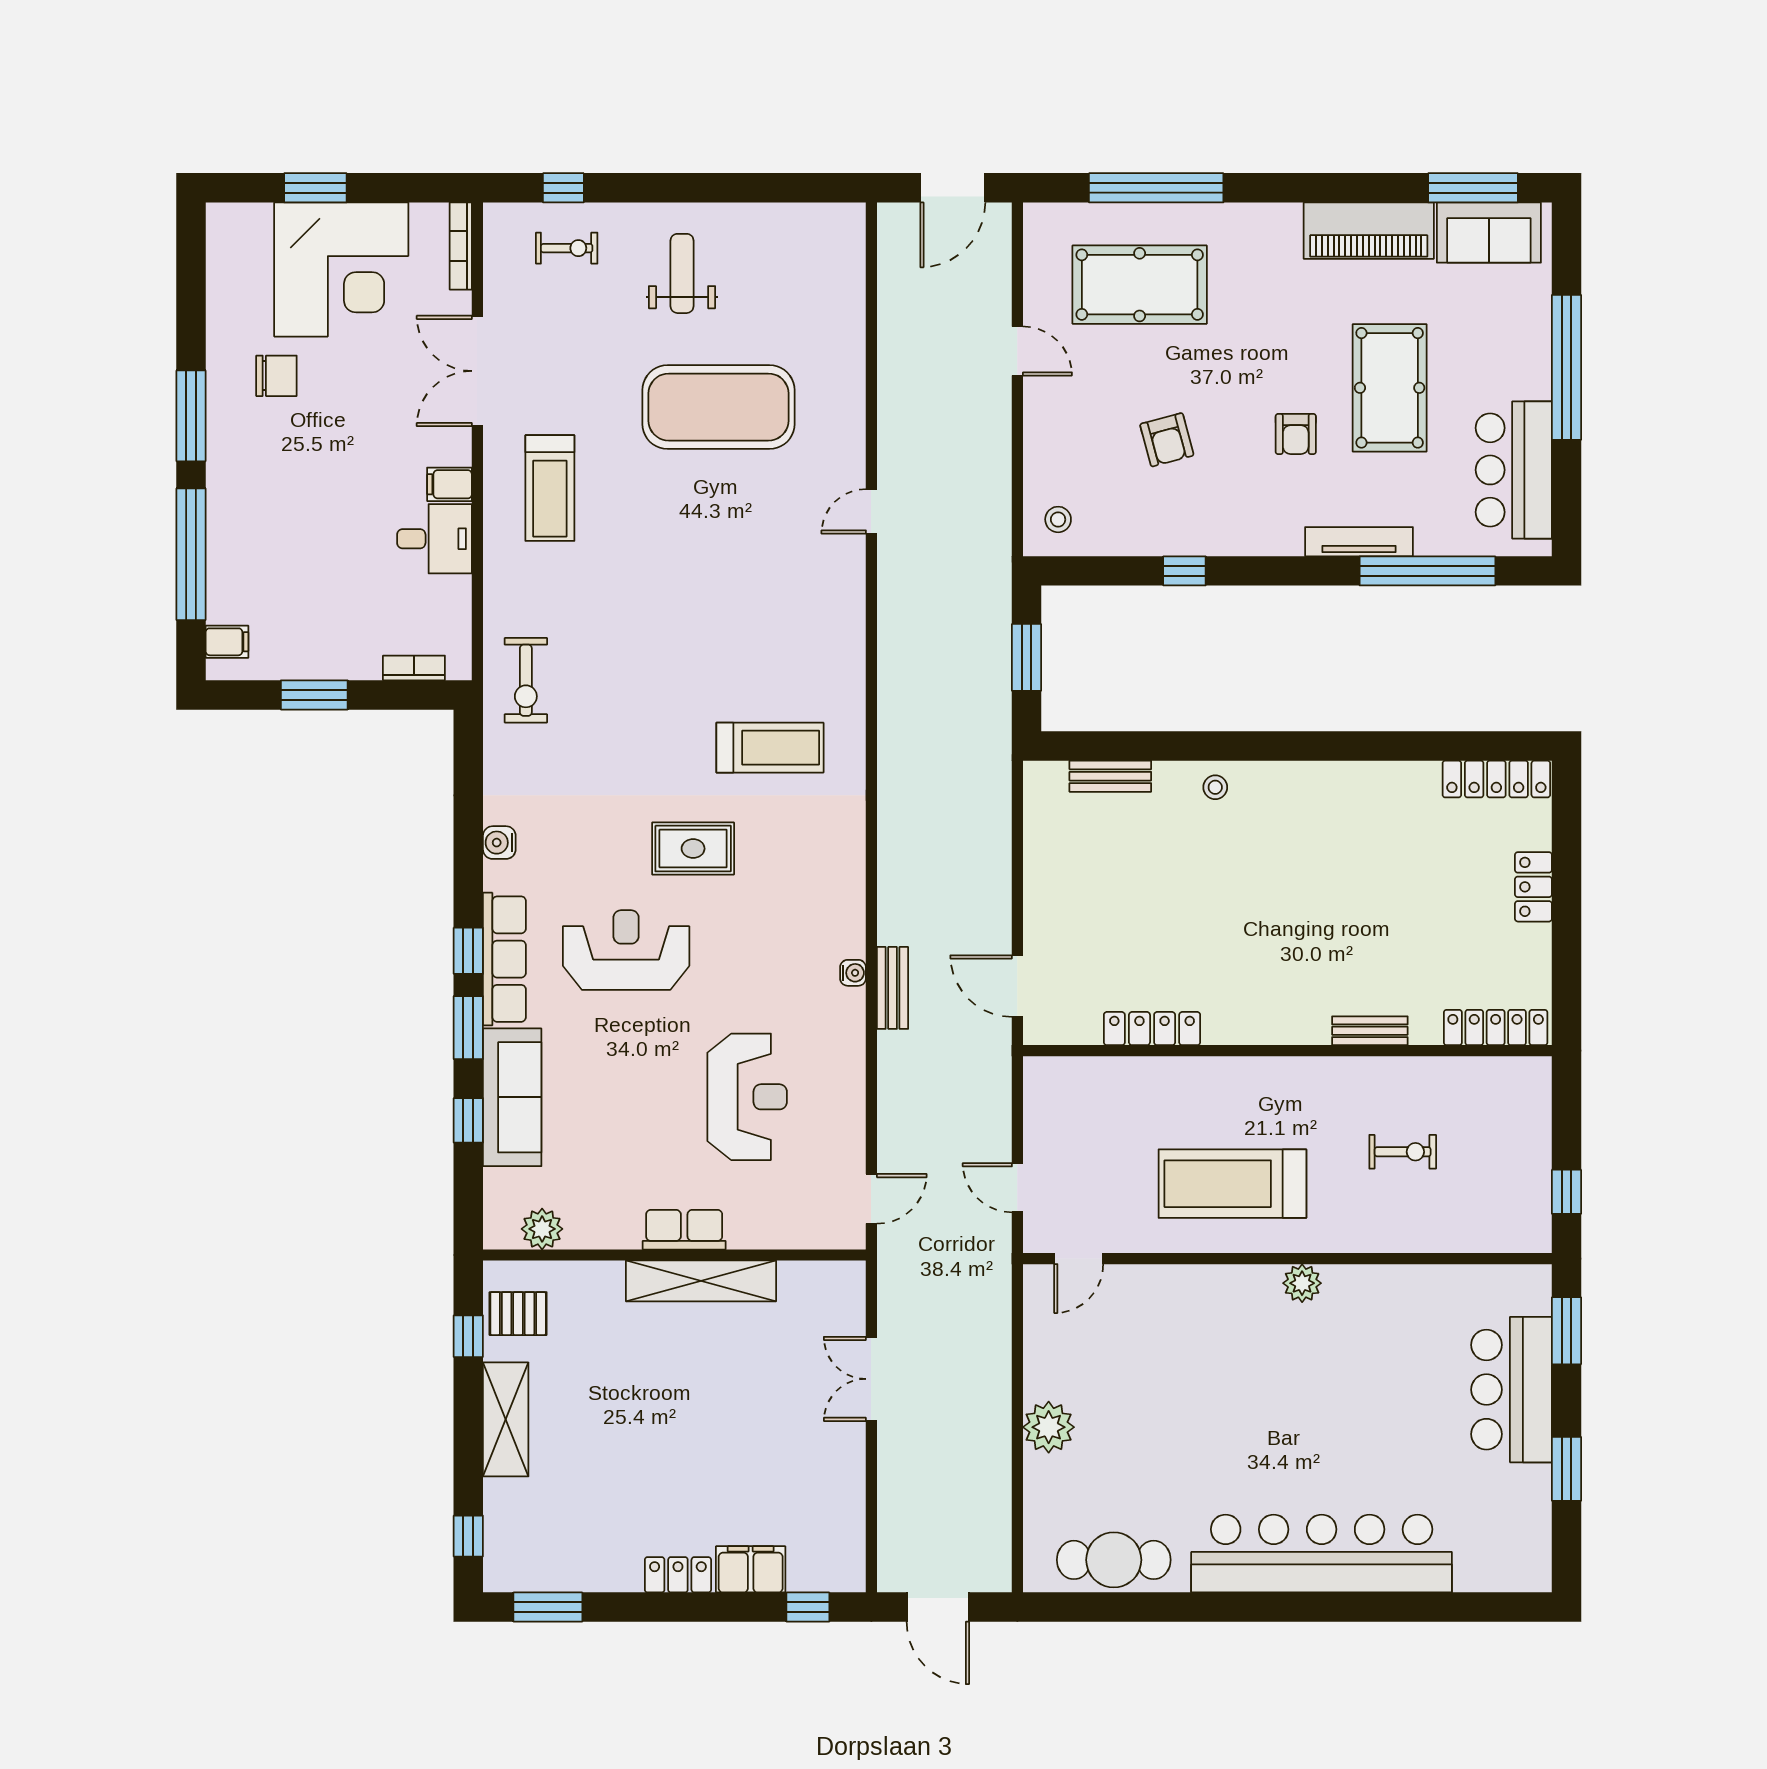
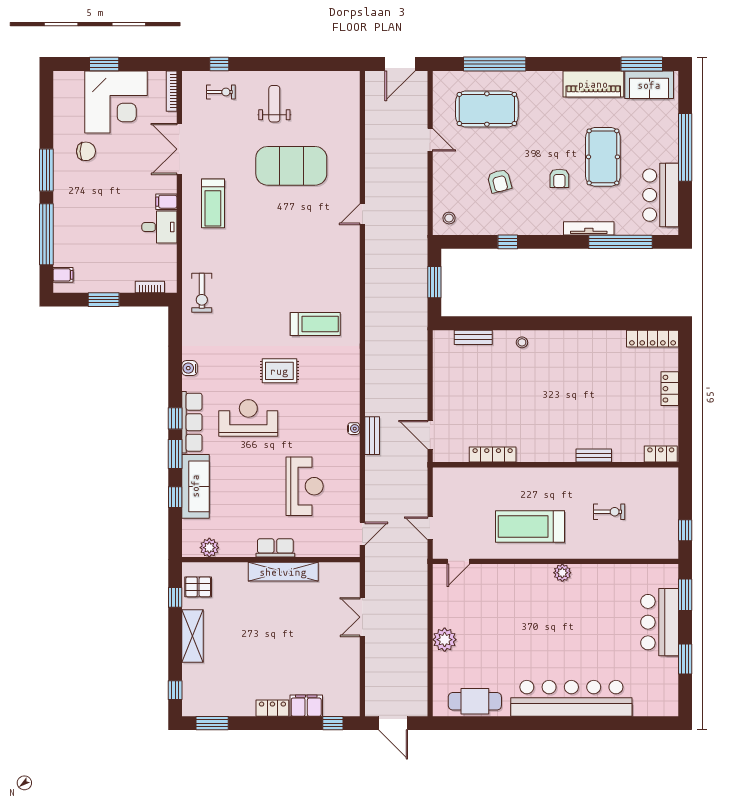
locker: (1496, 1028) -> (661, 454), width x0.66

